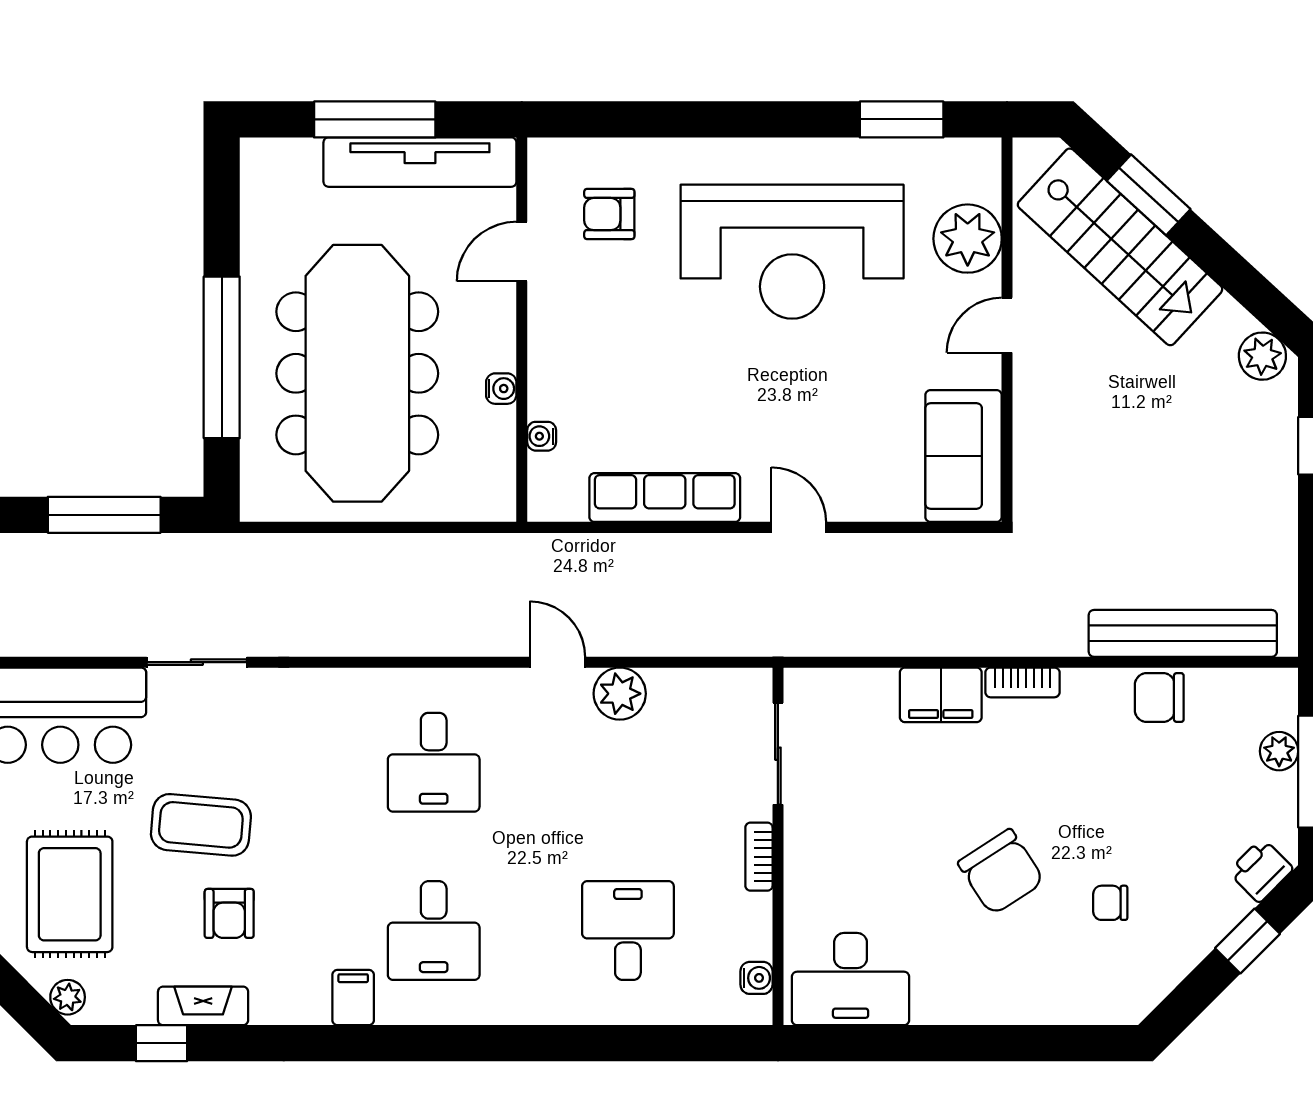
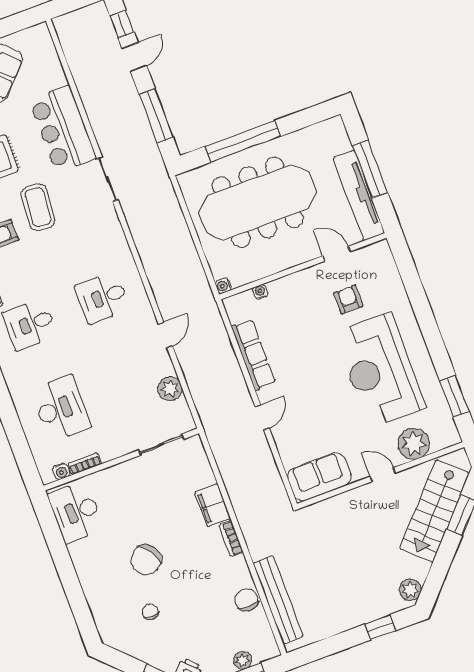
armchair: (609, 214) -> (348, 299), moved
water cooler: (501, 389) -> (223, 286), moved, turned 90
plant: (620, 694) -> (170, 389), moved
bookcase: (759, 857) -> (85, 464), moved
desk: (628, 931) -> (61, 408), width x1.37

